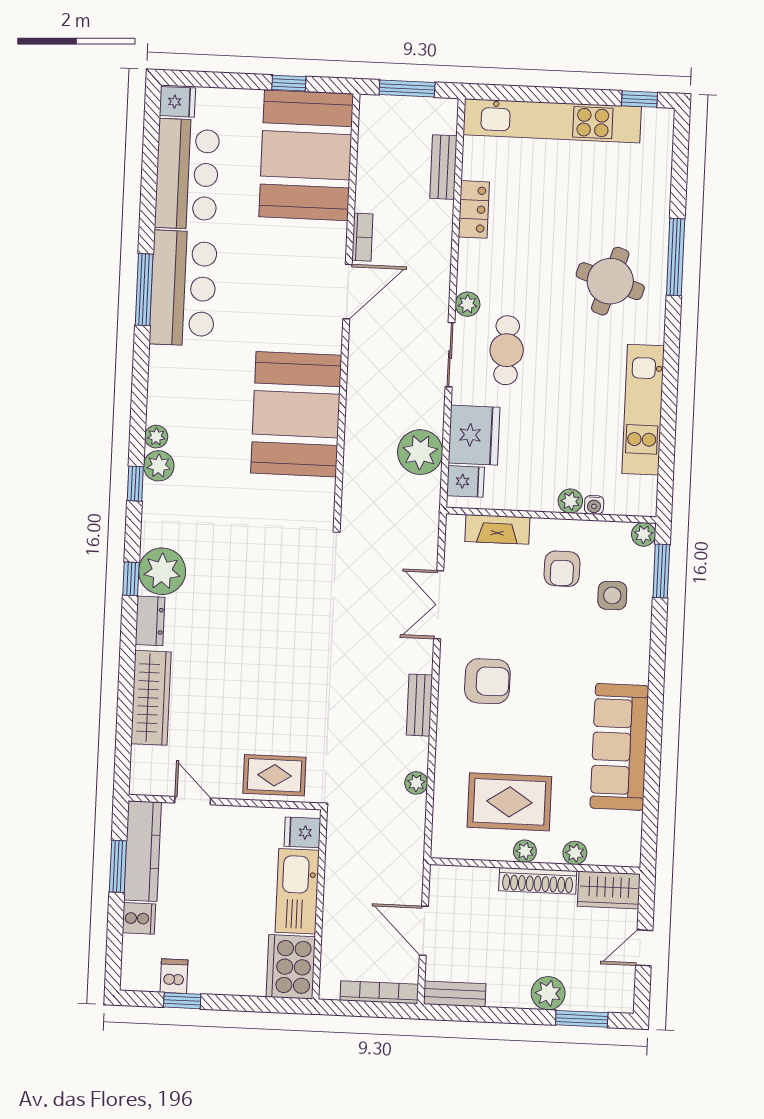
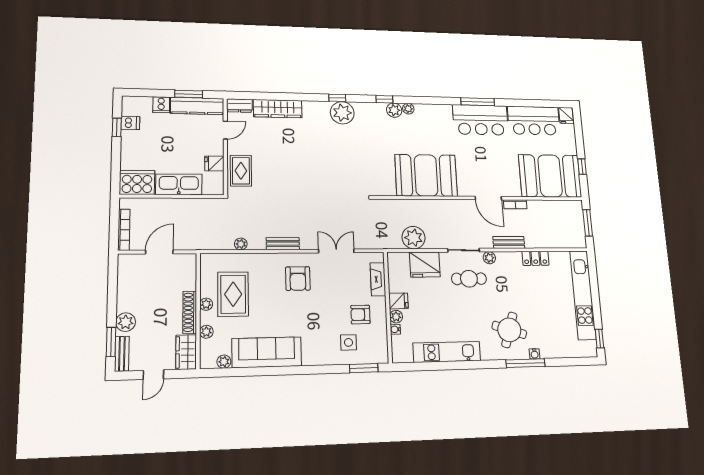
bench: (443, 167) -> (509, 242), moved
water cooler: (659, 236) -> (534, 354), added
fridge: (465, 481) -> (398, 301), moved, turned -90
plant: (644, 534) -> (224, 362), moved
dresser: (150, 621) -> (240, 106), moved
fridge: (302, 832) -> (214, 163), moved, turned -90
door: (644, 948) -> (153, 375), swing flipped
bench: (455, 994) -> (122, 354), moved

